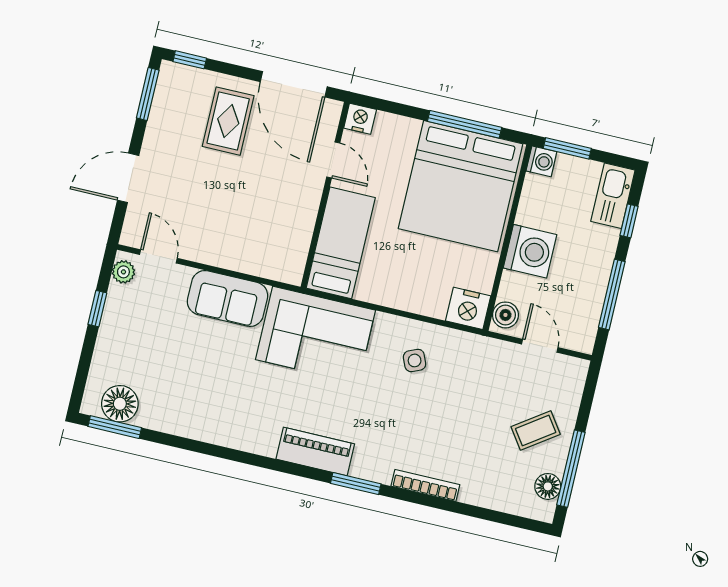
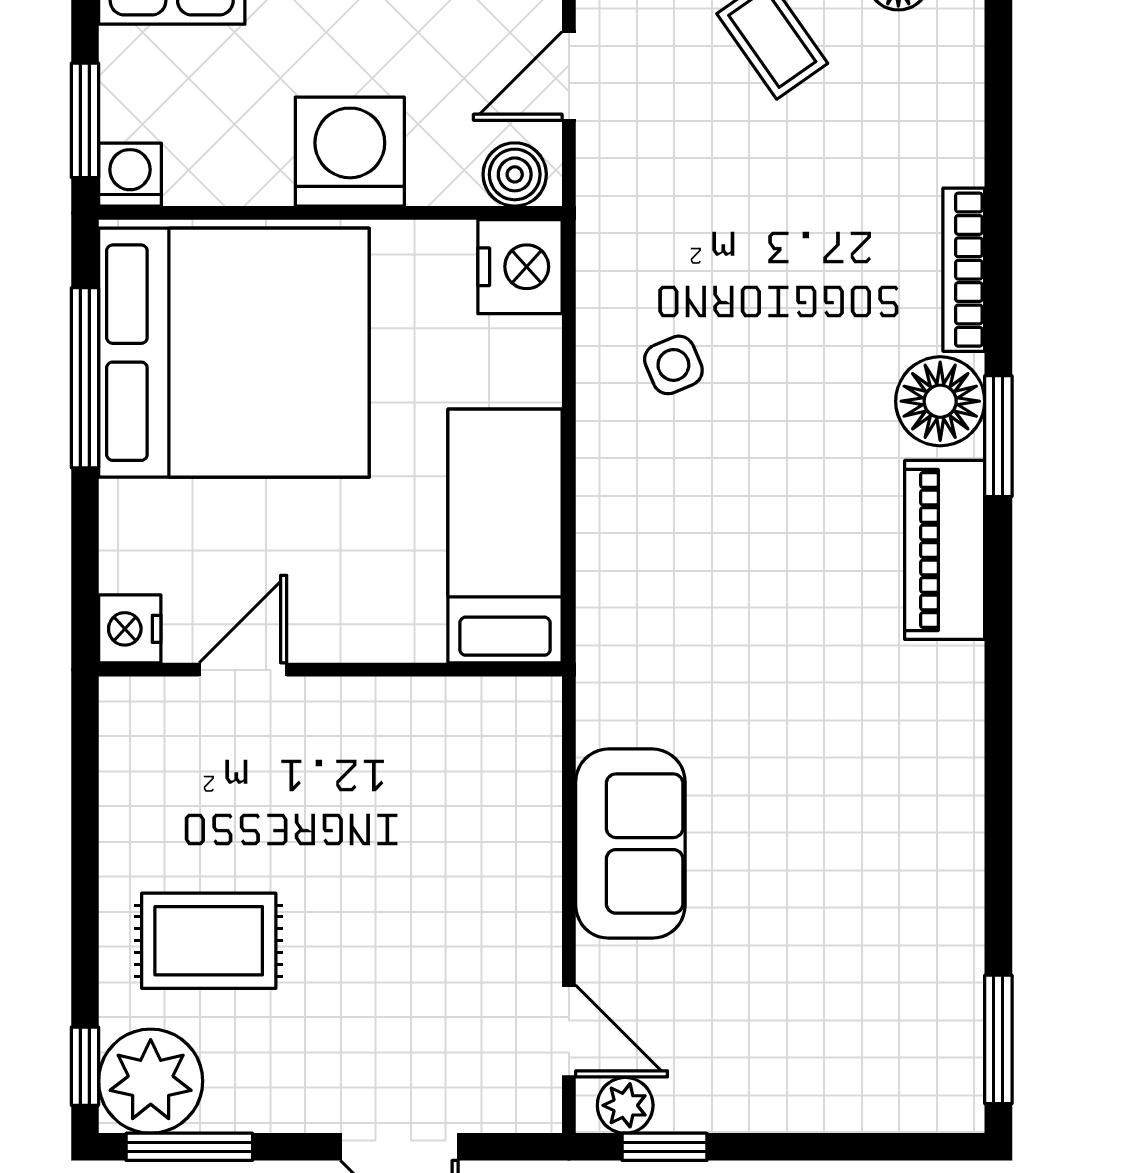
door: (294, 84) -> (85, 806), removed
plant: (178, 85) -> (151, 1081), added
bed: (341, 243) -> (505, 536), moved, turned 90
door: (158, 256) -> (569, 1031), swing flipped
window: (97, 309) -> (665, 1147), moved
corner sofa: (315, 335) -> (668, 615), removed
floor lamp: (120, 404) -> (940, 401), moved

